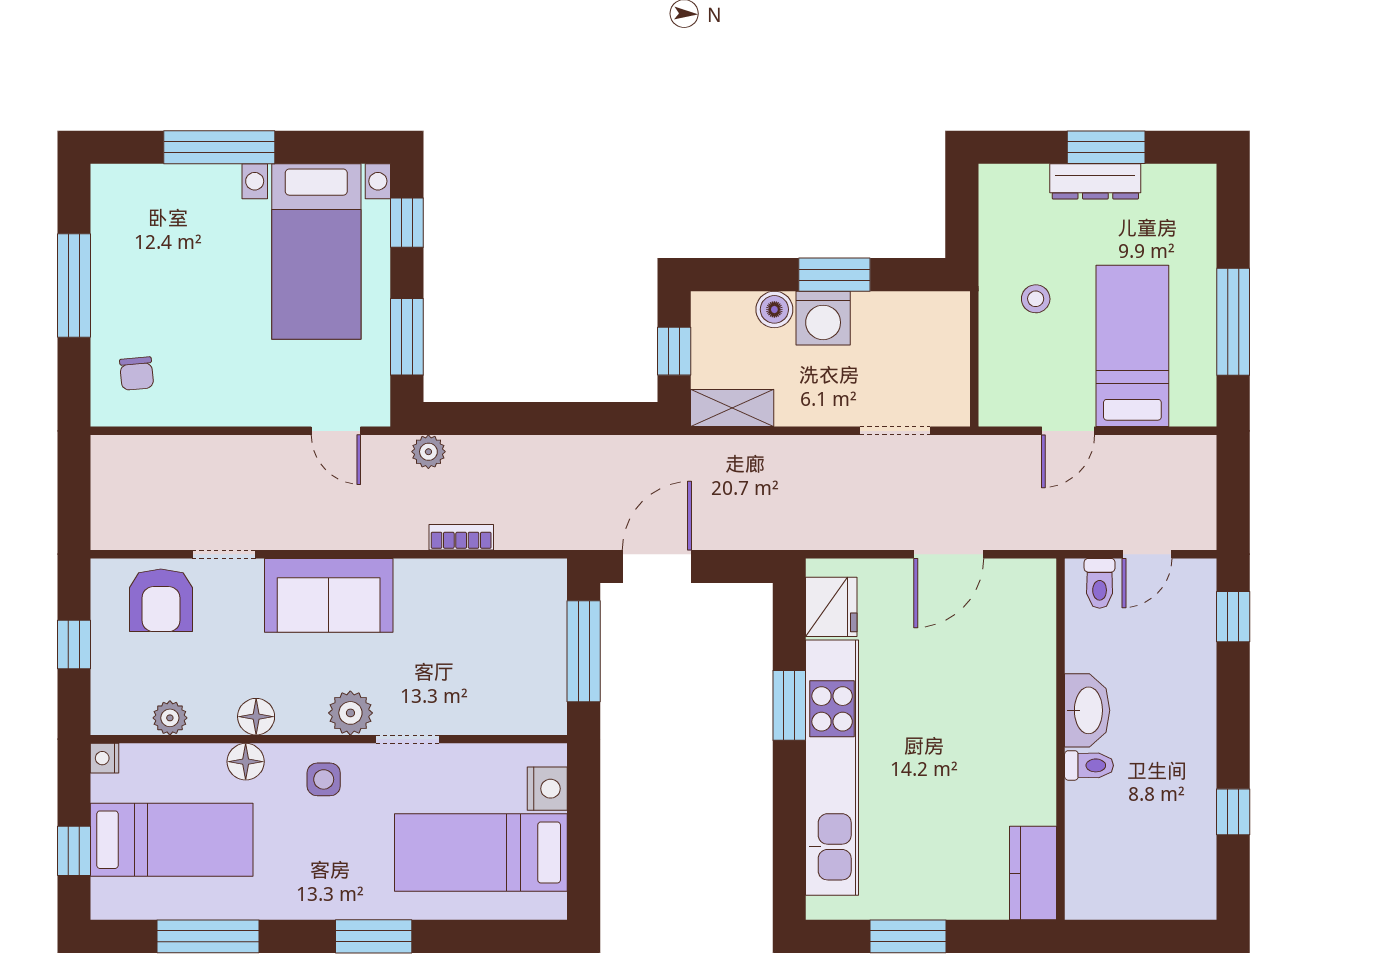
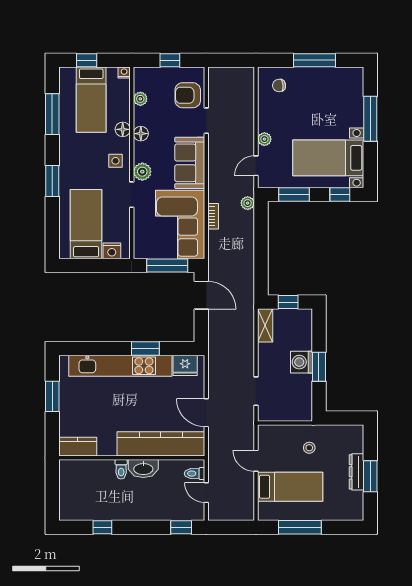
boiler: (774, 309) -> (305, 342), removed
plant: (270, 410) -> (264, 139), added
corner sofa: (481, 619) -> (180, 224), added
kitchen counter: (1026, 667) -> (161, 444), added

